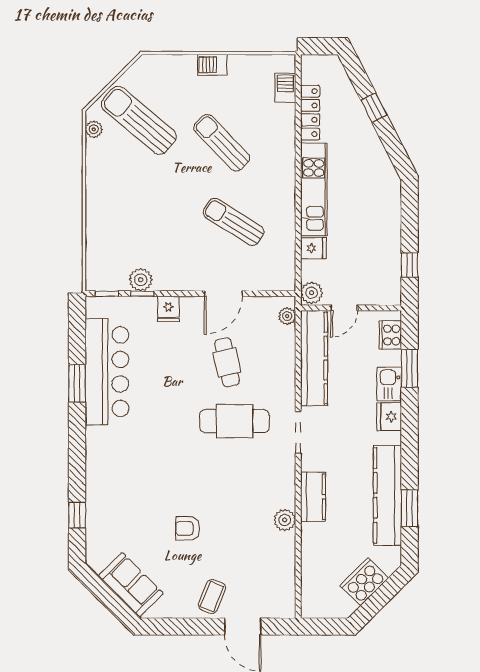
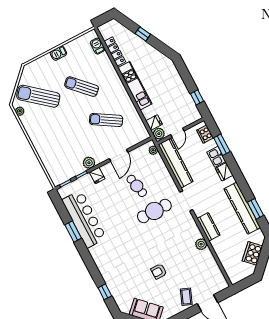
fridge: (313, 248) -> (154, 123), moved
plant: (141, 280) -> (89, 163), moved

